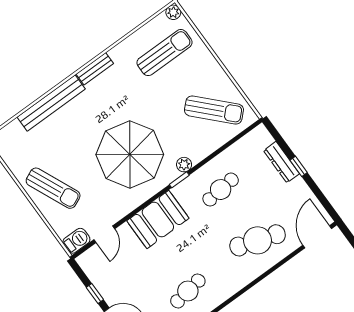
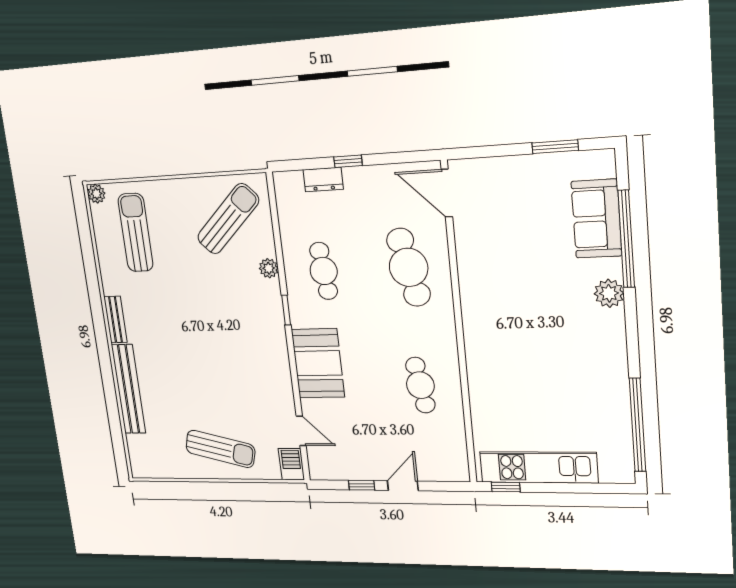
parasol: (130, 154) -> (228, 345), removed
dresser: (281, 162) -> (323, 179), width x0.70
plant: (184, 165) -> (269, 268), moved
sun lounger: (53, 188) -> (220, 449), turned 38
cafe table: (258, 240) -> (409, 267), turned -30

